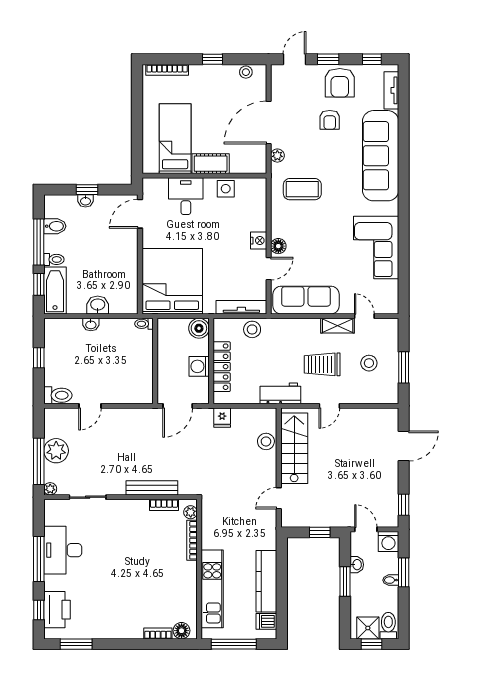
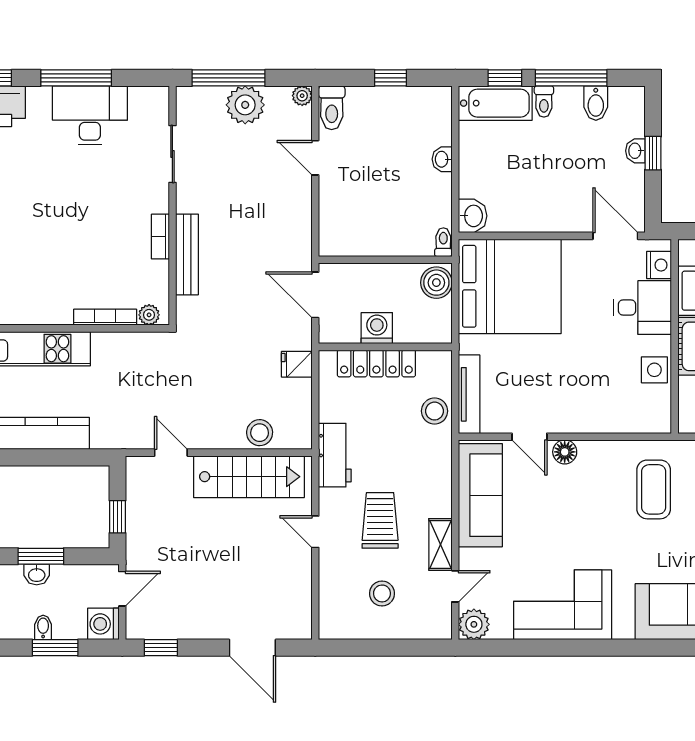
nightstand: (259, 241) -> (659, 265), moved, turned -90
plant: (389, 304) -> (474, 624), added
washbasin: (98, 305) -> (473, 216), moved
boiler: (199, 328) -> (436, 283), moved
window: (404, 367) -> (375, 648), removed
plant: (50, 489) -> (302, 96), moved
bookcase: (164, 505) -> (160, 237), moved
washbasin: (357, 565) -> (37, 574), moved

